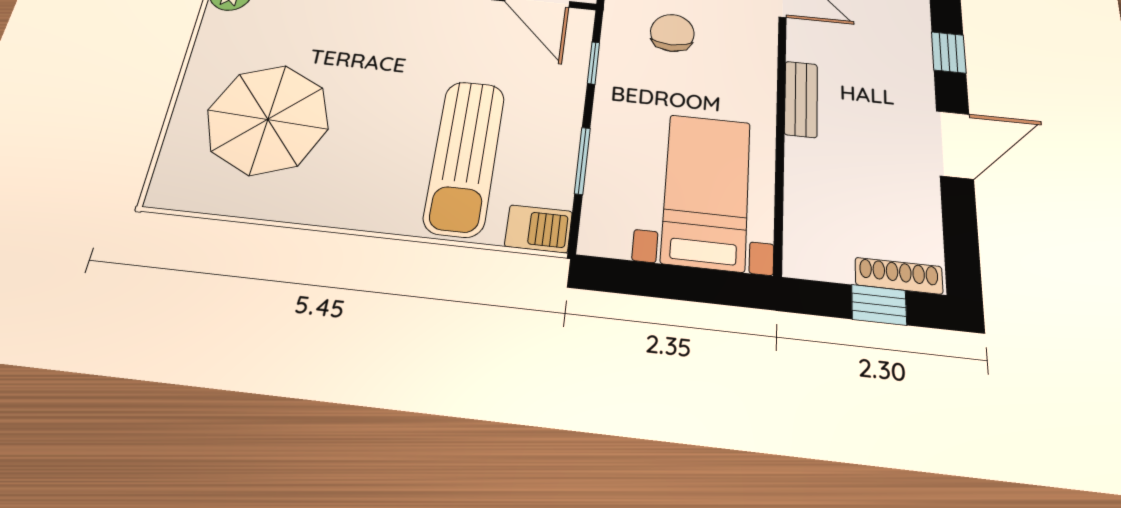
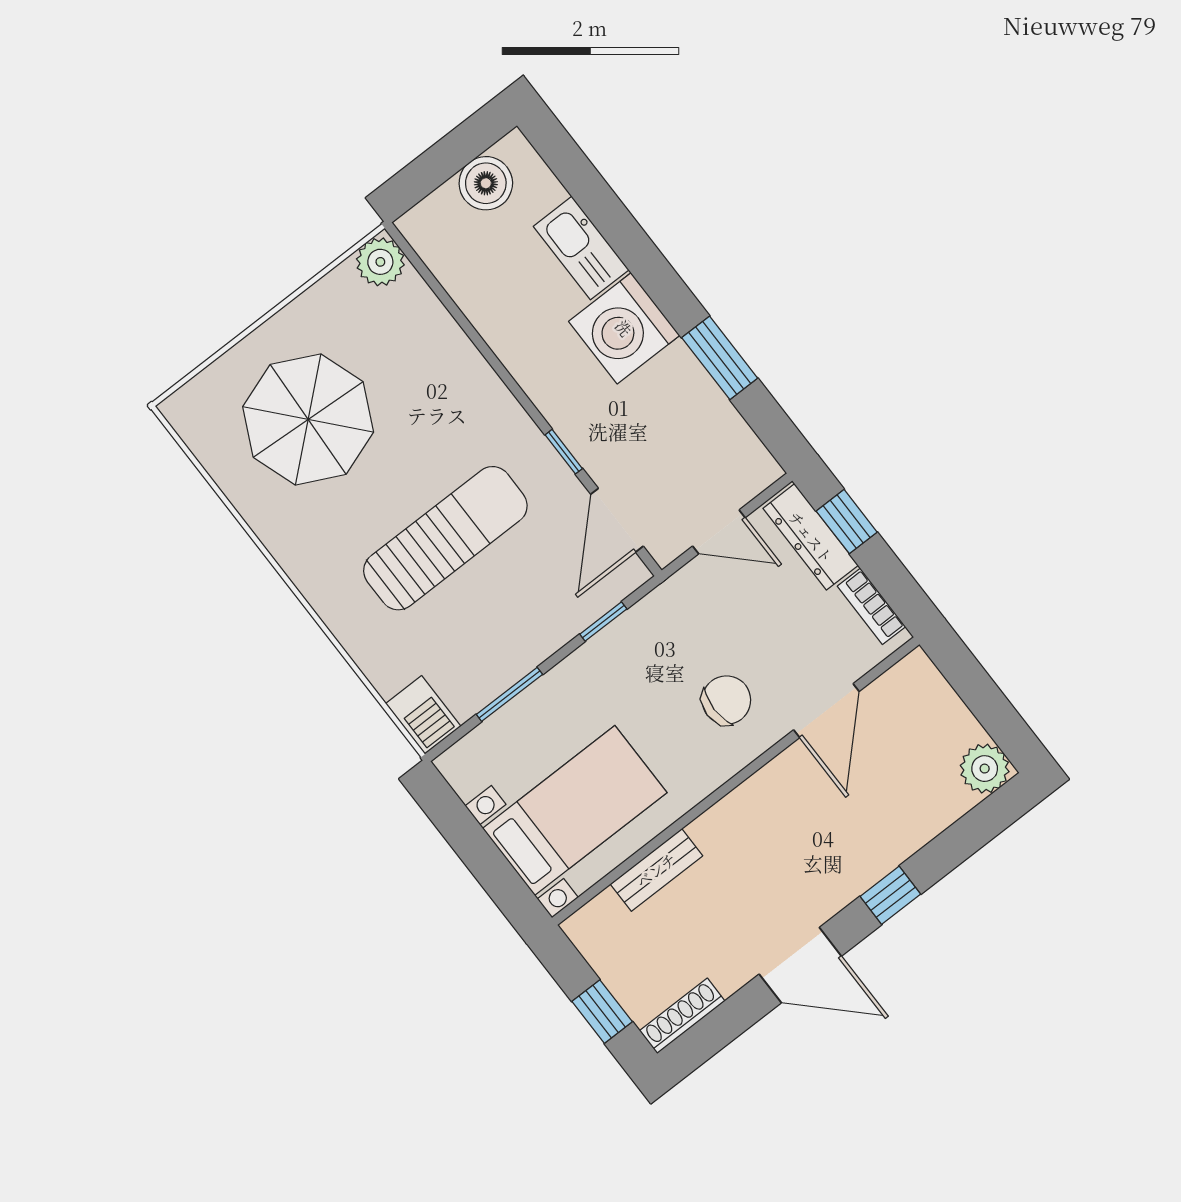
chair: (672, 33) -> (726, 700), moved
bench: (801, 99) -> (656, 870), moved
sun lounger: (465, 157) -> (445, 538), moved, turned 180
shoe rack: (899, 276) -> (682, 1016), moved, turned -90

